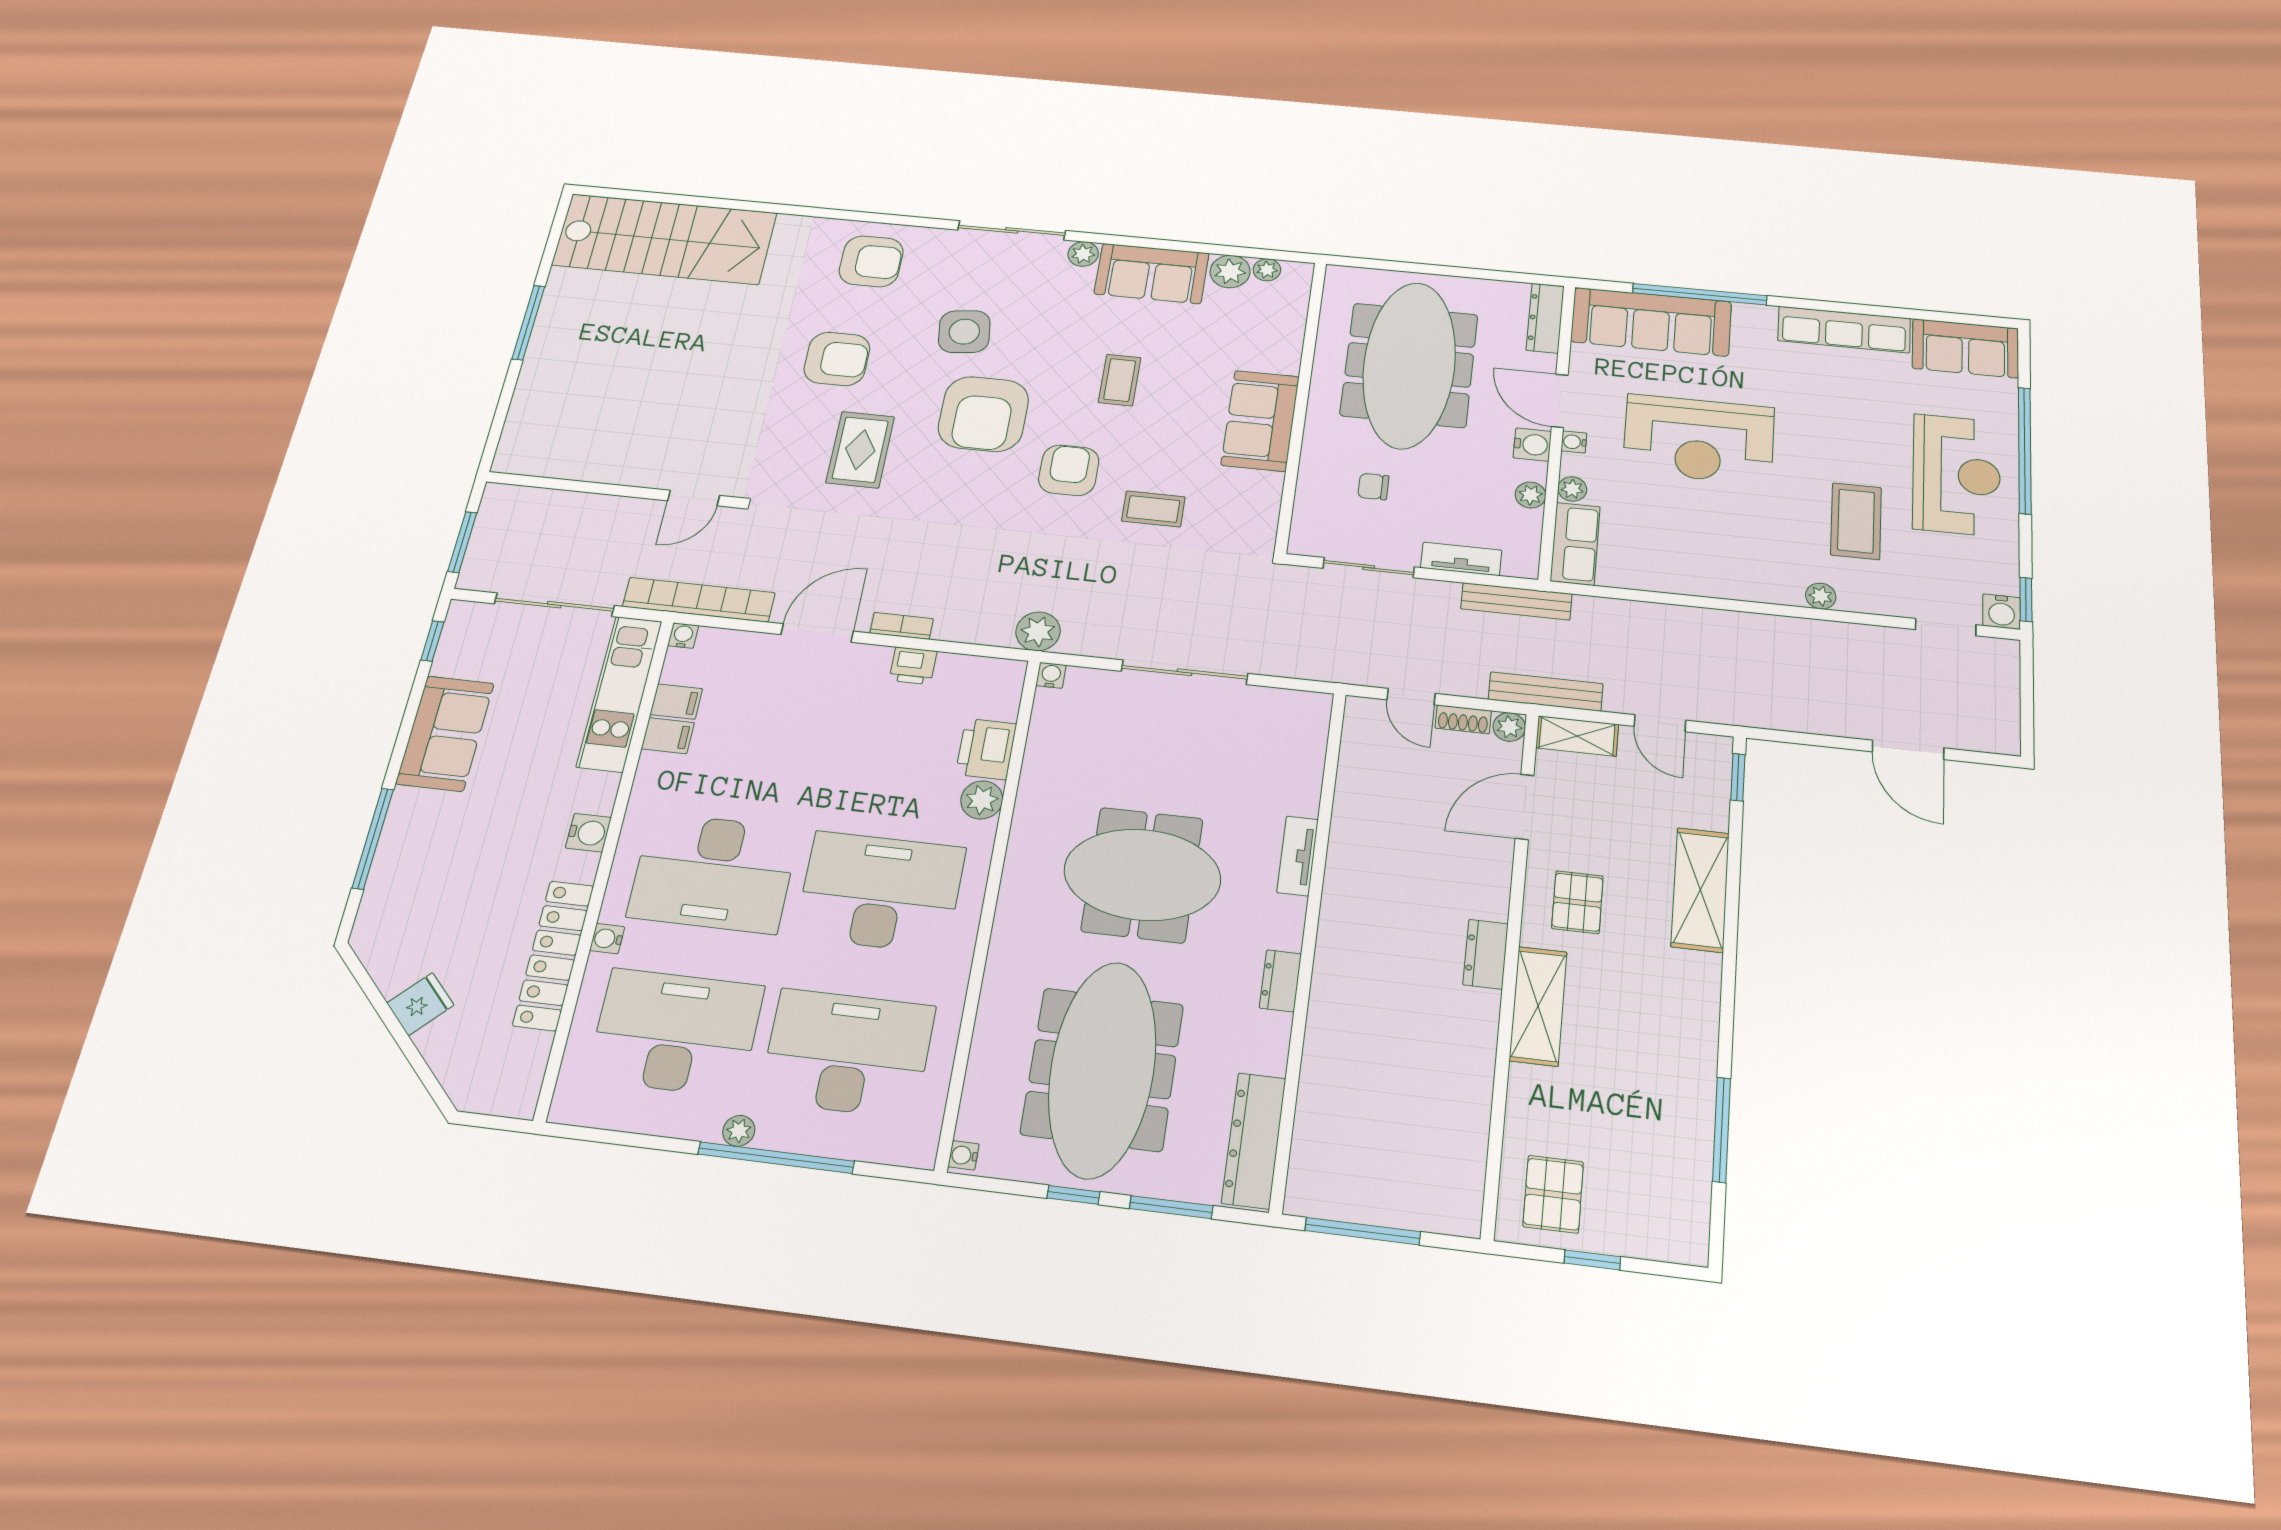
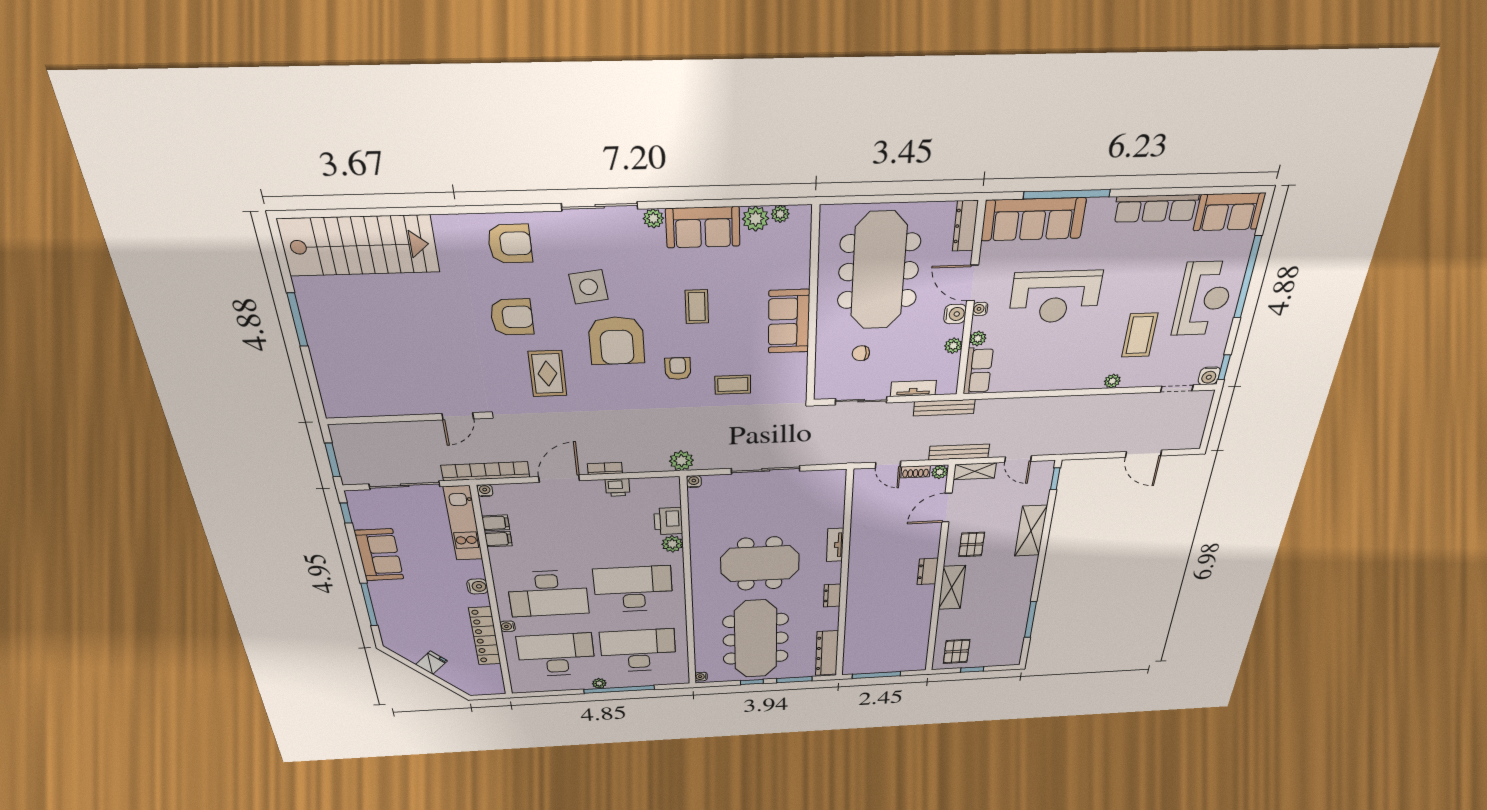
armchair: (1069, 470) -> (678, 369), width x0.72, depth x0.72

